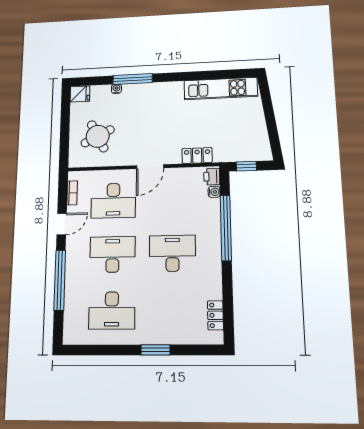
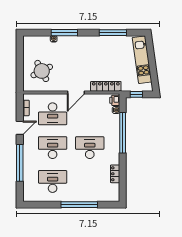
window: (206, 75) -> (113, 33), added
kitchen unit: (221, 88) -> (142, 60), moved, turned 82
fridge: (80, 94) -> (29, 41), removed
locker: (197, 156) -> (106, 86), width x1.53
desk: (112, 310) -> (53, 181), turned 180
locker: (215, 315) -> (115, 174), moved
window: (155, 350) -> (79, 205), width x2.11

